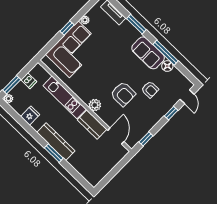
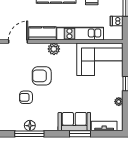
corner sofa: (74, 49) -> (100, 59), moved, turned -90
sofa: (148, 53) -> (74, 122), moved
window: (166, 53) -> (29, 134), moved
door: (116, 136) -> (18, 42), swing flipped

